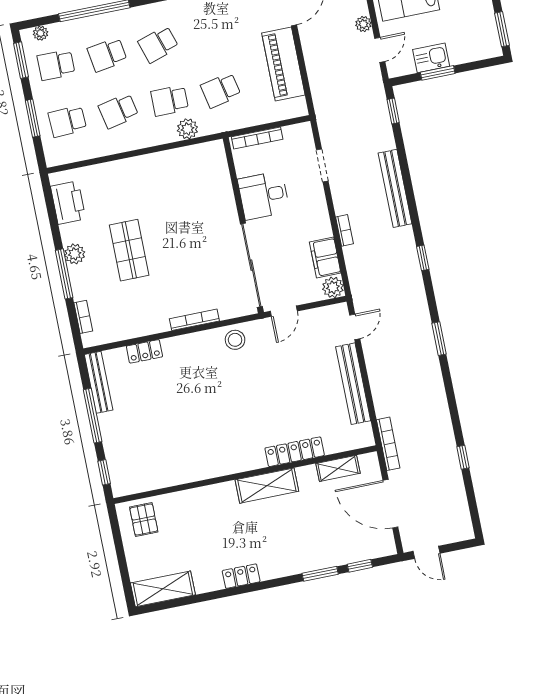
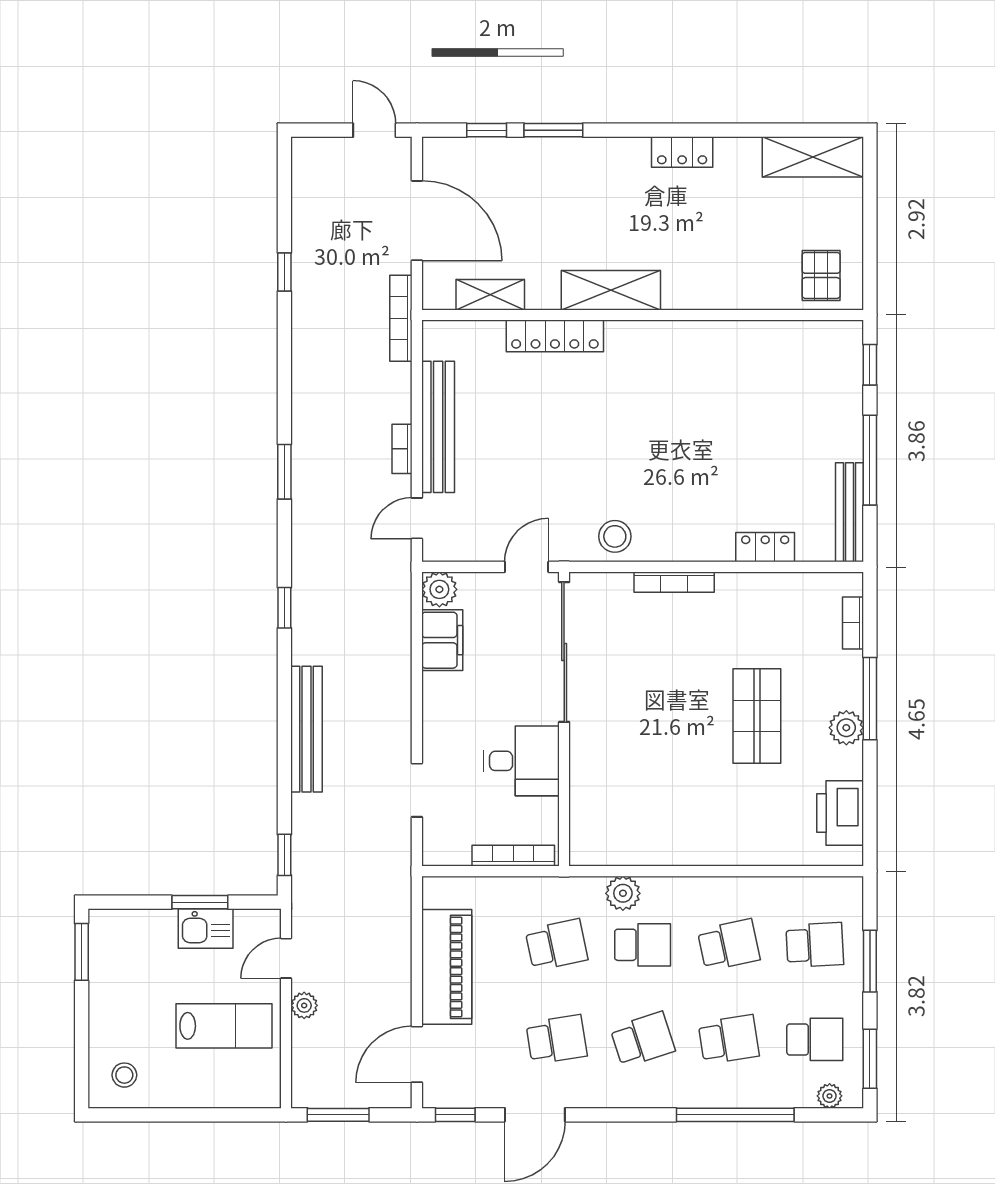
school desk: (209, 34) -> (556, 1039), added
bookcase: (344, 230) -> (402, 449), moved

